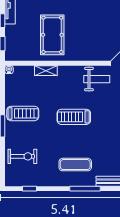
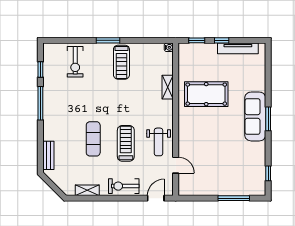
treadmill: (74, 117) -> (126, 143), moved
exercise mat: (75, 165) -> (93, 139), moved
window: (85, 189) -> (40, 103), moved

